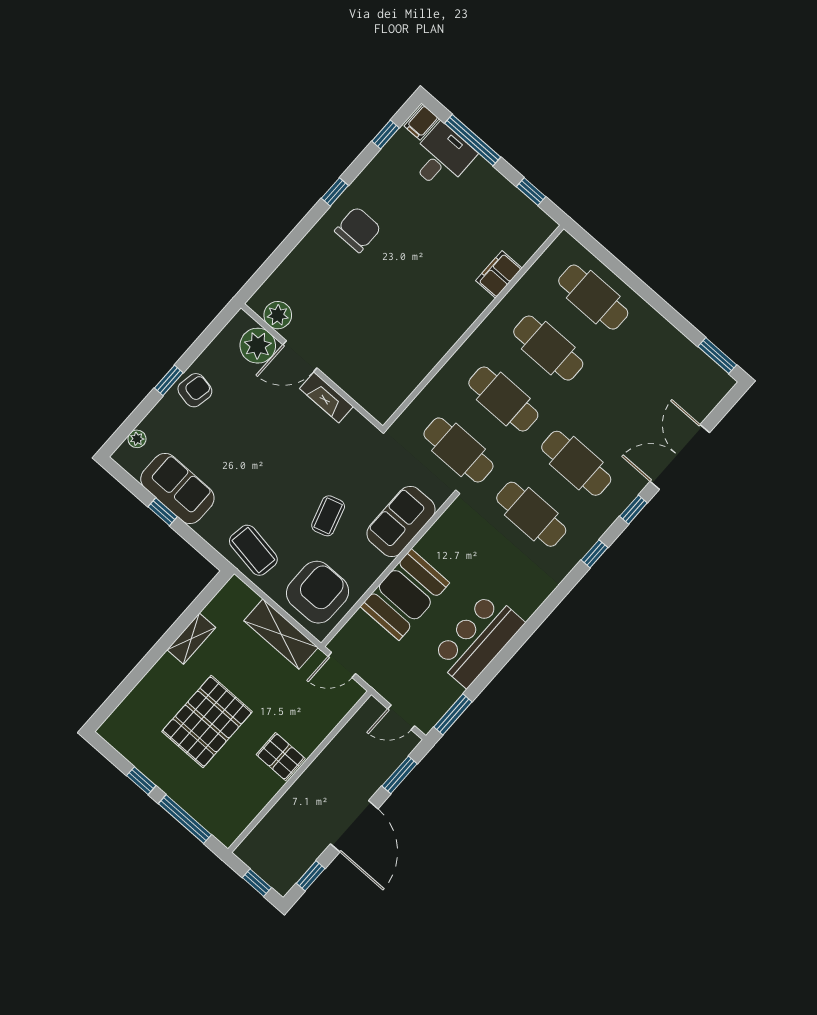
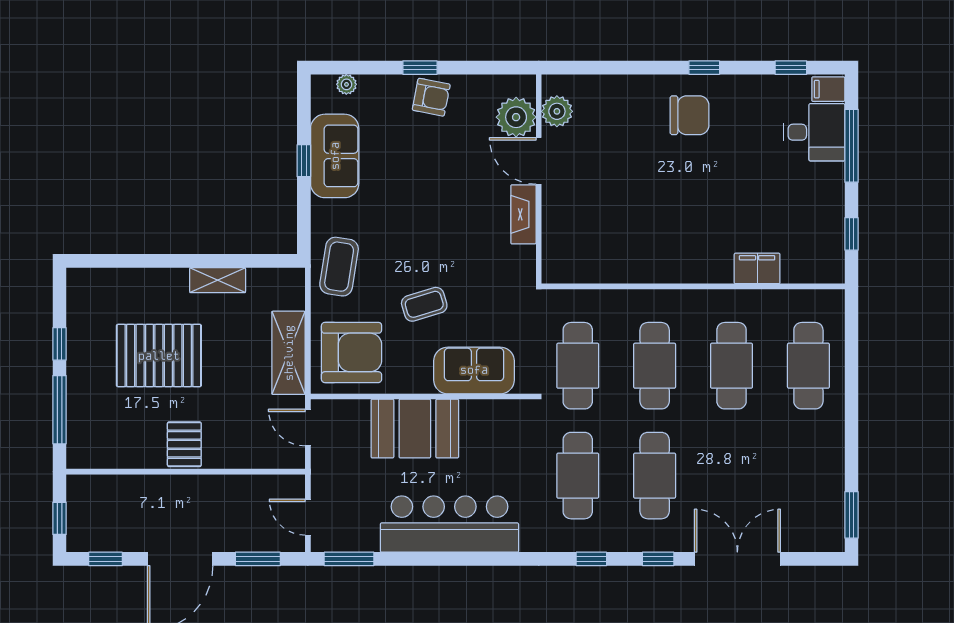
bar counter: (478, 640) -> (449, 524), width x1.36

